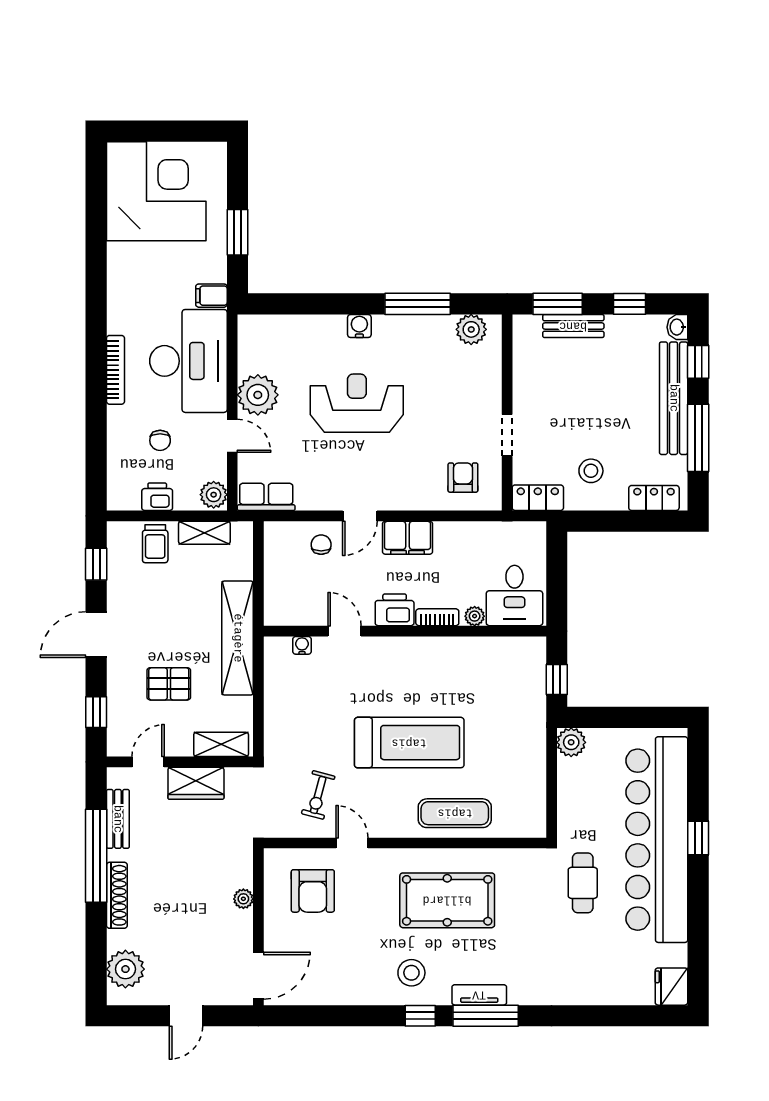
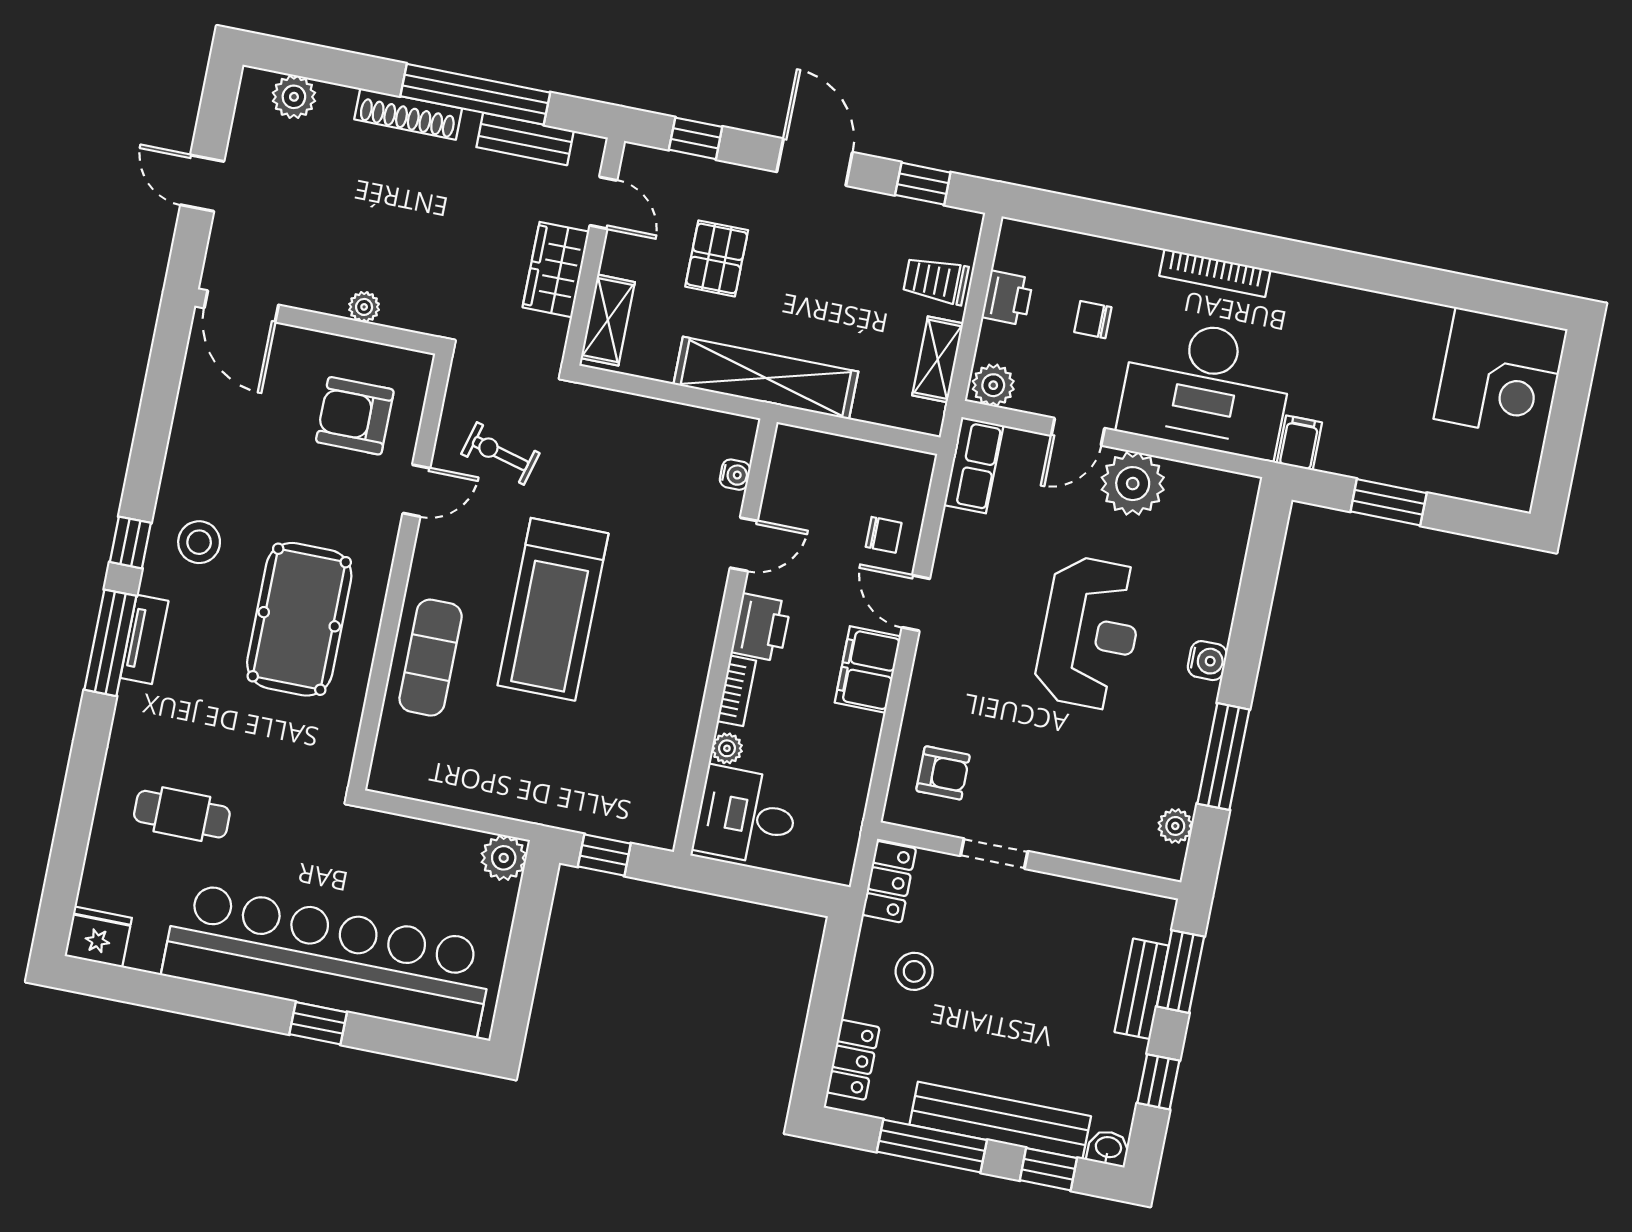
corner desk: (156, 191) -> (1500, 374), width x0.74, depth x0.74
plant: (471, 329) -> (1175, 826), width x0.73, depth x0.73
cafe table: (583, 883) -> (182, 814), moved
plant: (125, 969) -> (294, 97), width x0.73, depth x0.73

